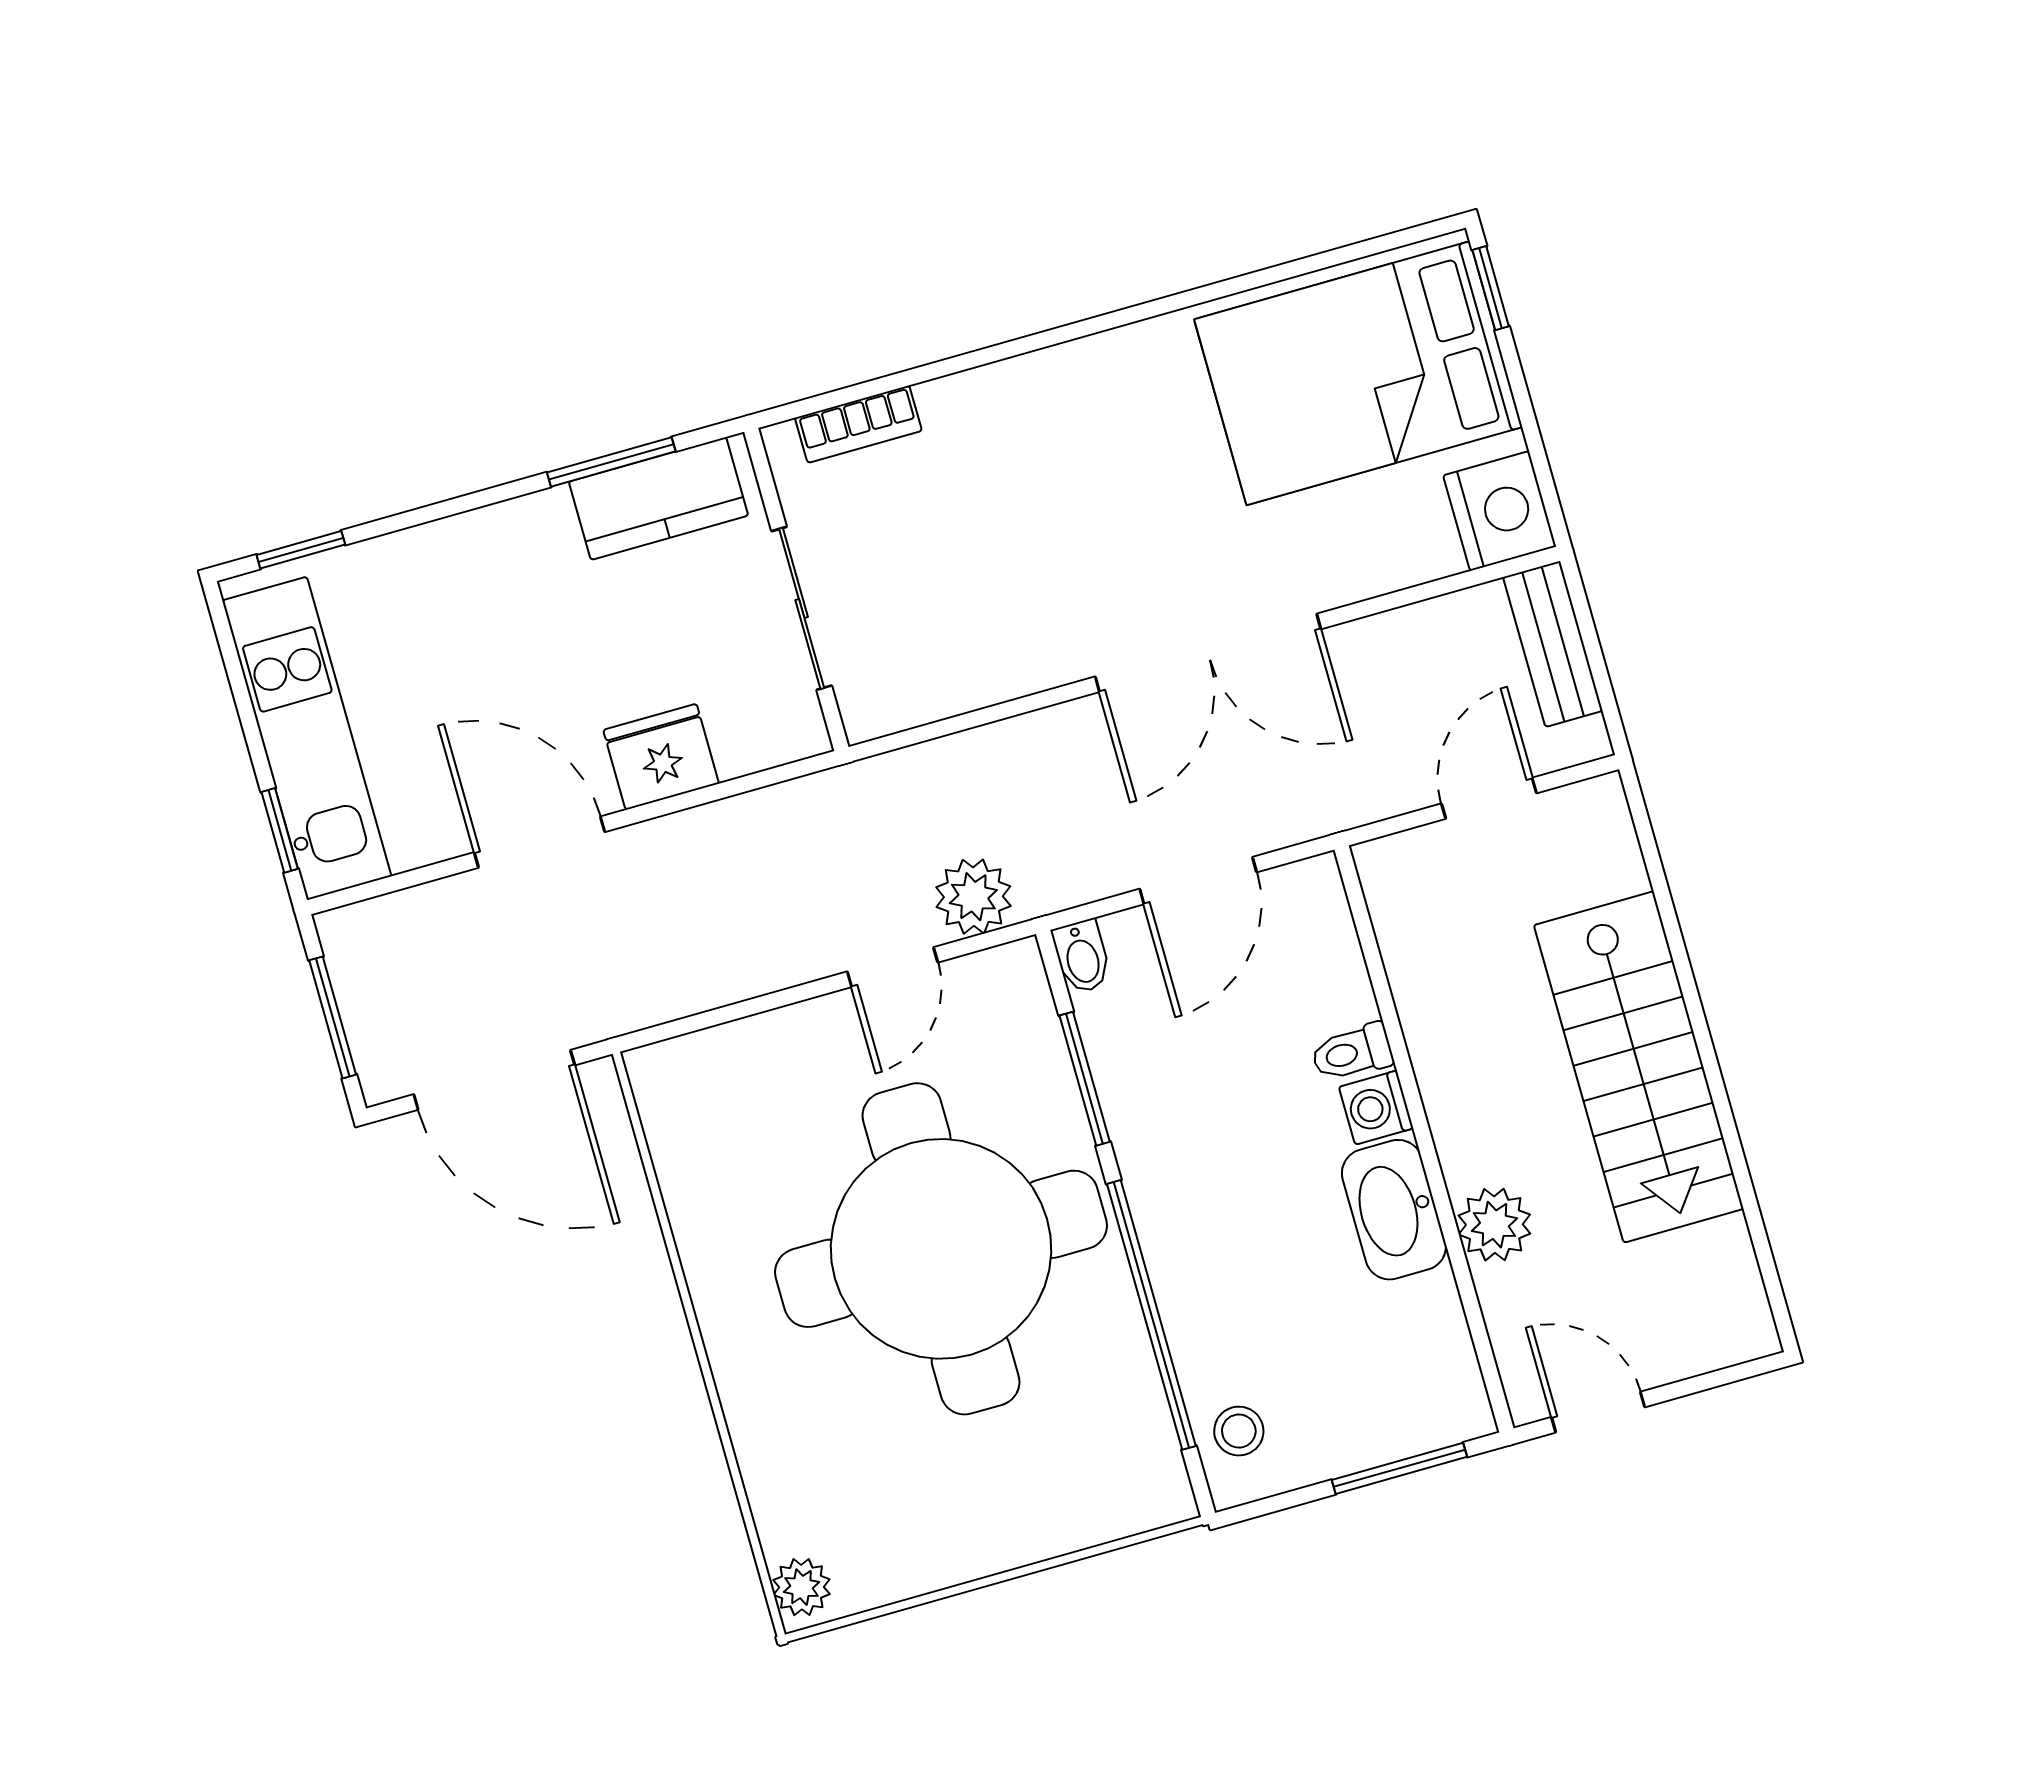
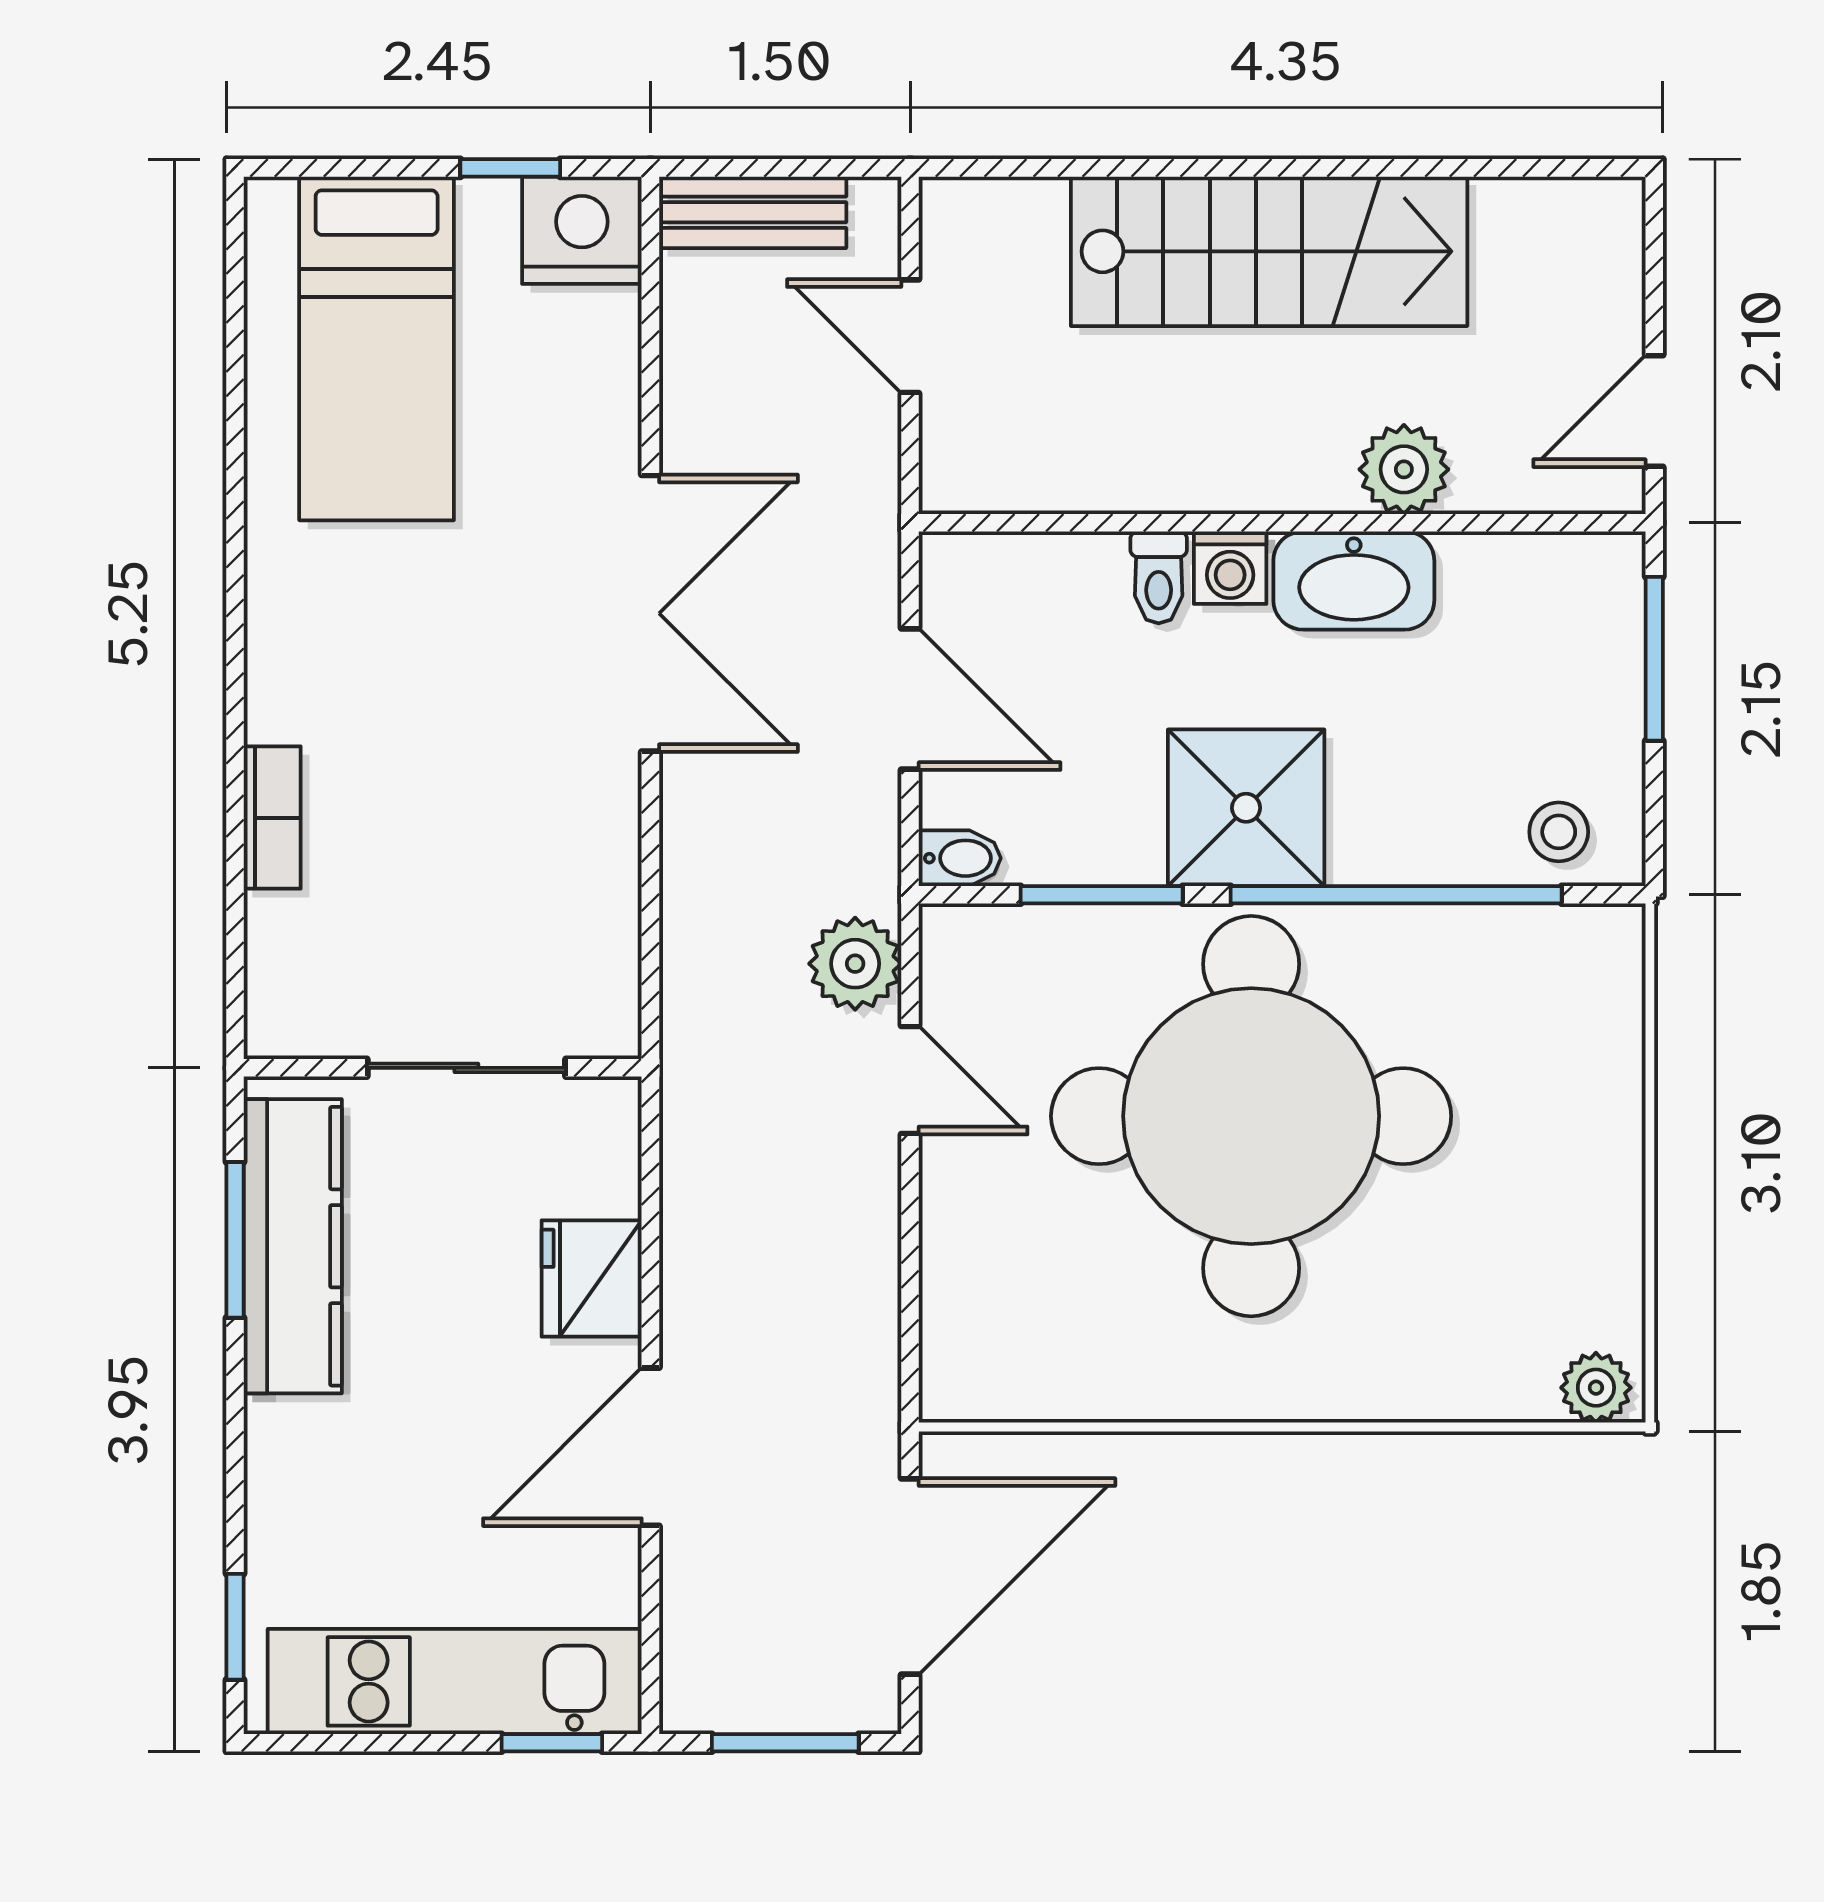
window: (1491, 288) -> (510, 168), moved
bed: (1358, 373) -> (377, 348), width x0.67
bookcase: (858, 424) -> (272, 818), moved
kitchen counter: (659, 499) -> (293, 1246), width x1.50
shower: (1187, 1175) -> (1246, 808), added

